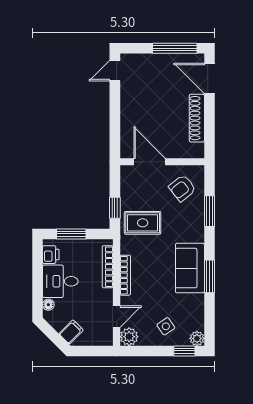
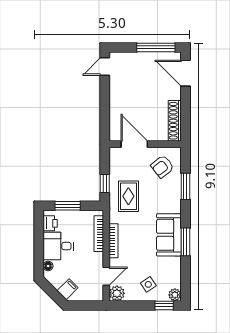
shoe rack: (197, 118) -> (175, 121), moved
rug: (143, 223) -> (128, 196), turned 90

